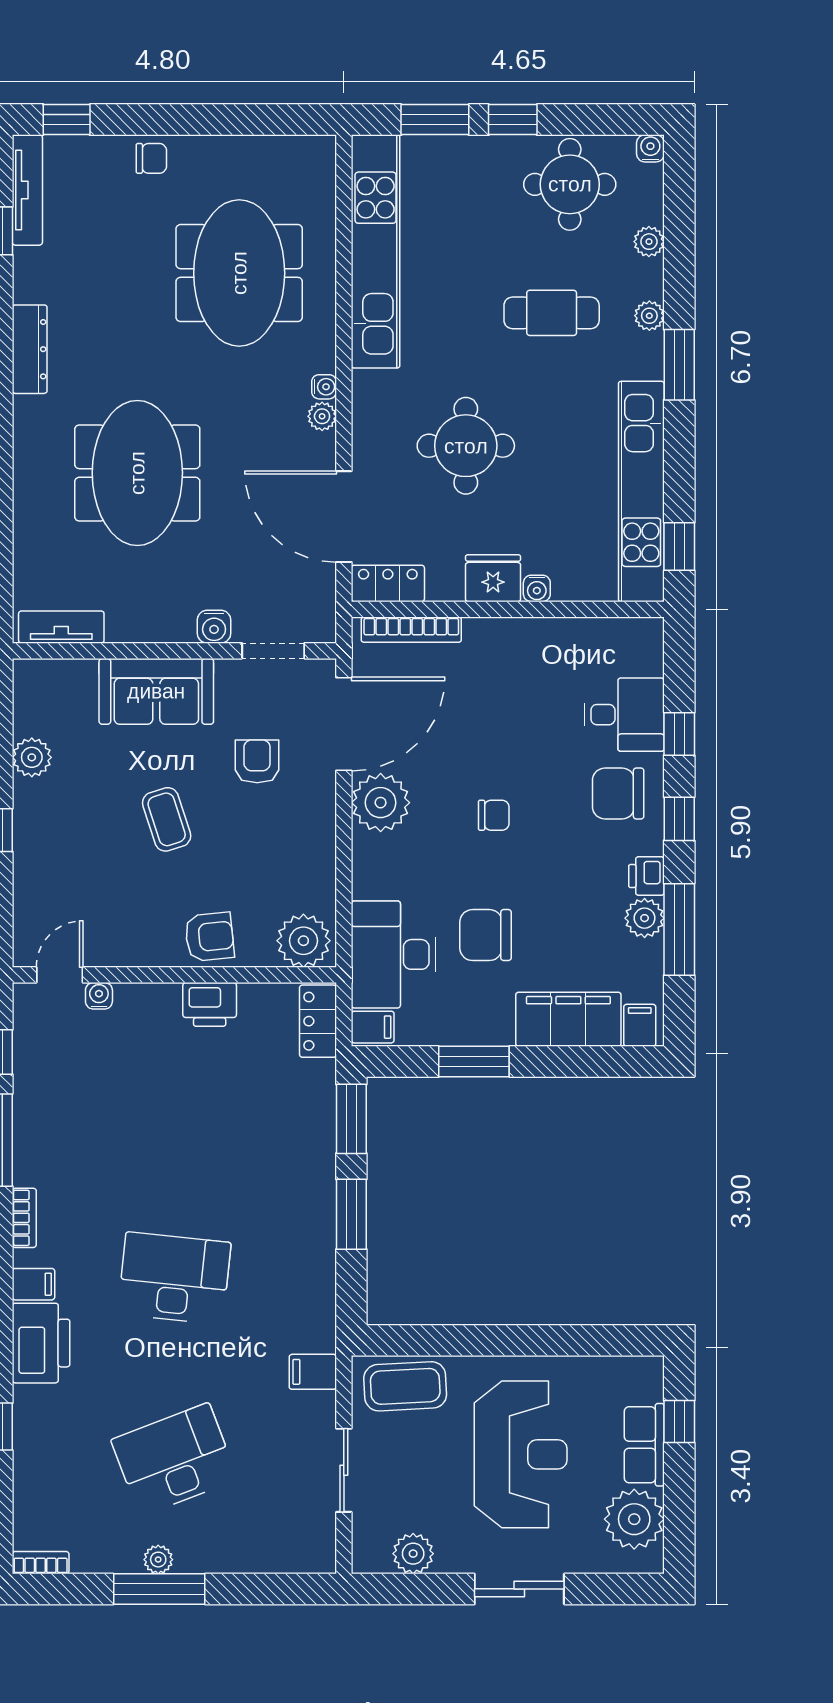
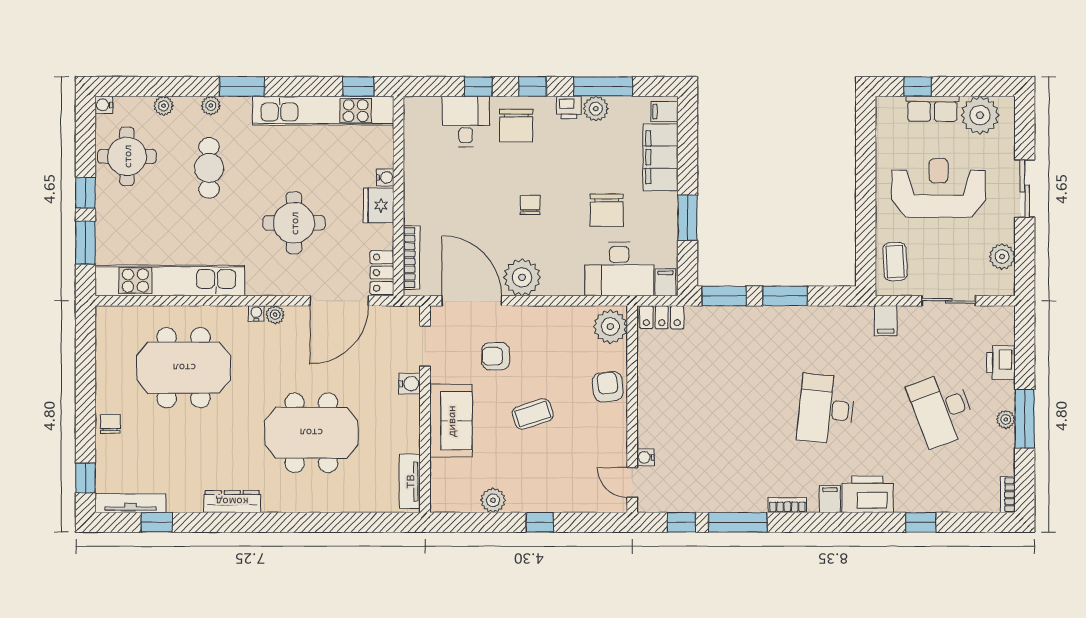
printer: (210, 1004) -> (1001, 363), moved, turned 180
coffee table: (405, 1386) -> (895, 262), width x0.73, depth x0.77

